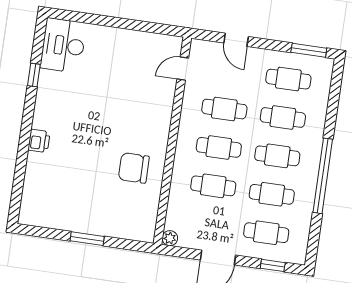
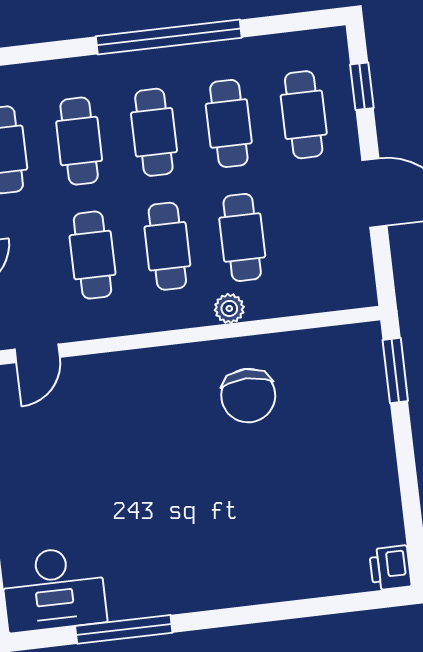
door: (183, 69) -> (37, 353), hinge flipped
window: (34, 75) -> (124, 629), width x2.17
printer: (39, 141) -> (390, 568), moved, turned -90
plant: (170, 238) -> (229, 308), moved
window: (87, 239) -> (395, 370), moved

